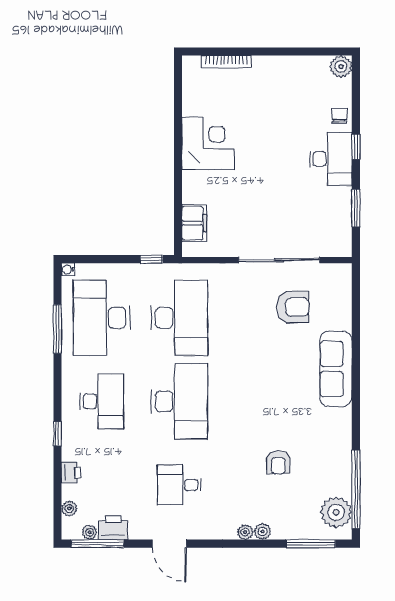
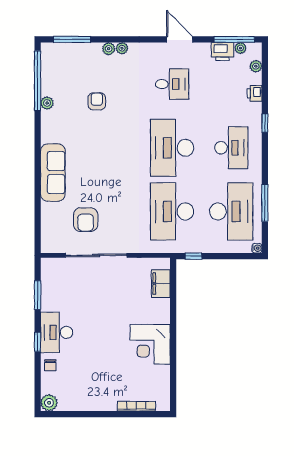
armchair: (293, 307) -> (86, 220), turned -90
desk: (102, 401) -> (231, 148), turned 180
plant: (336, 512) -> (47, 103), moved, width x0.53, depth x0.53

